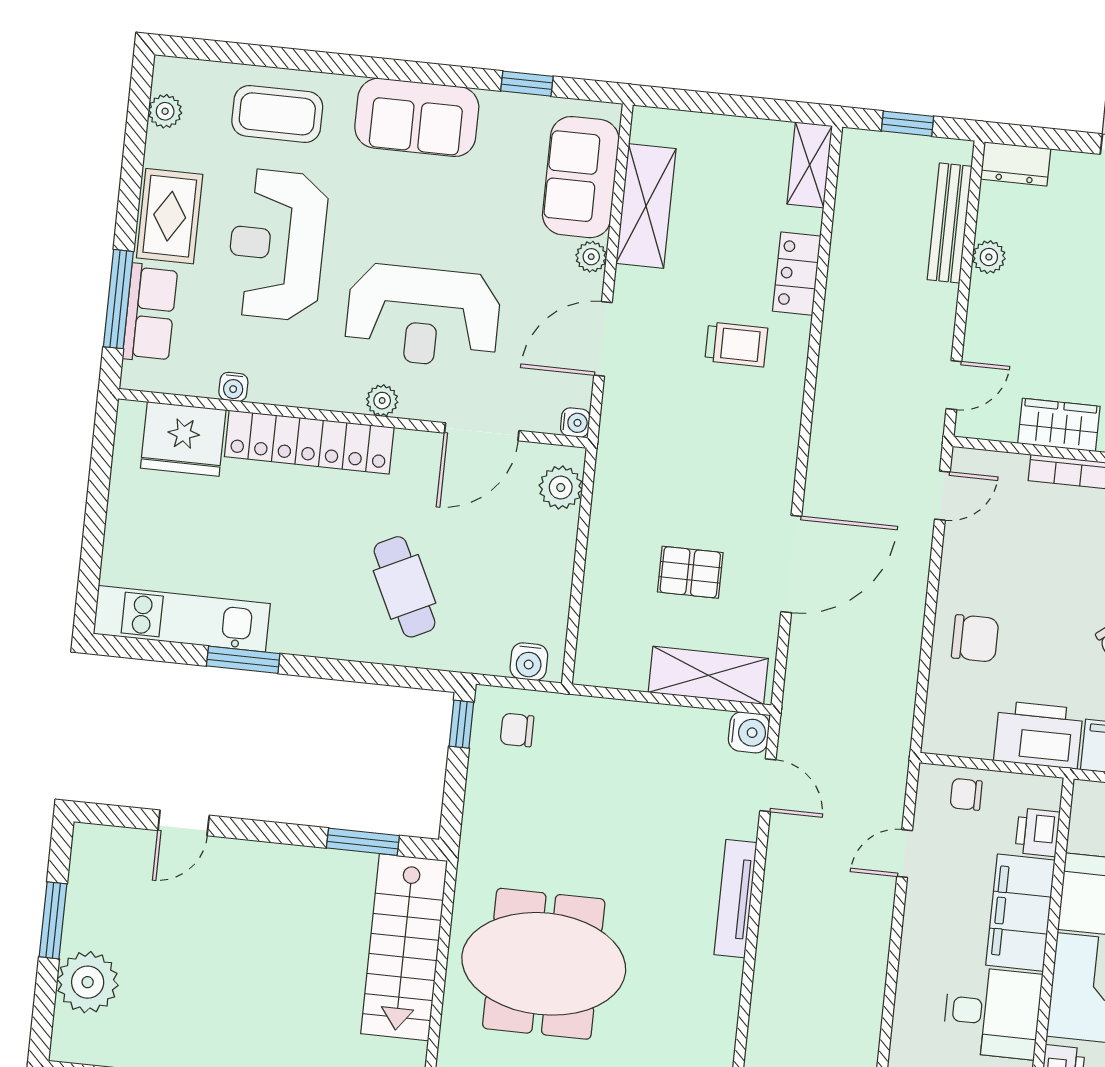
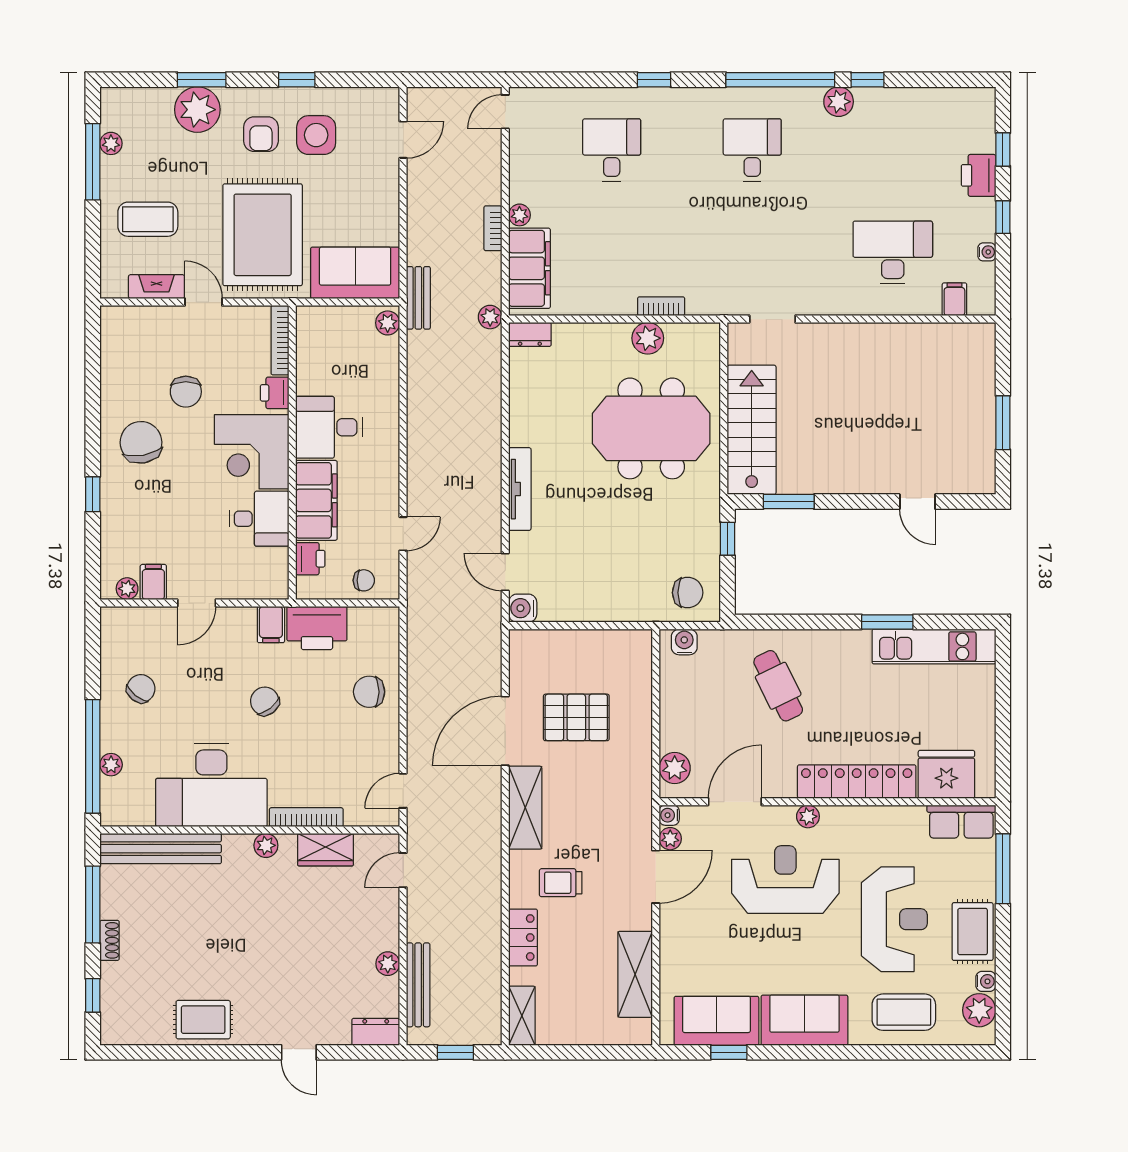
plant: (165, 111) -> (979, 1010), width x1.38, depth x1.38
sofa: (581, 177) -> (716, 1021), moved, turned -90
plant: (591, 257) -> (670, 839), moved
row of seats: (150, 313) -> (961, 822), moved, turned -90
water cooler: (233, 387) -> (986, 981), moved, turned 90
pallet: (690, 572) -> (576, 717), width x1.50, depth x1.42
shelving: (708, 675) -> (525, 808), moved, turned 90
window: (461, 724) -> (728, 539), moved
chair: (517, 730) -> (688, 593), width x1.37, depth x1.37
door: (184, 823) -> (917, 502), swing flipped
plant: (88, 982) -> (974, 381), removed

